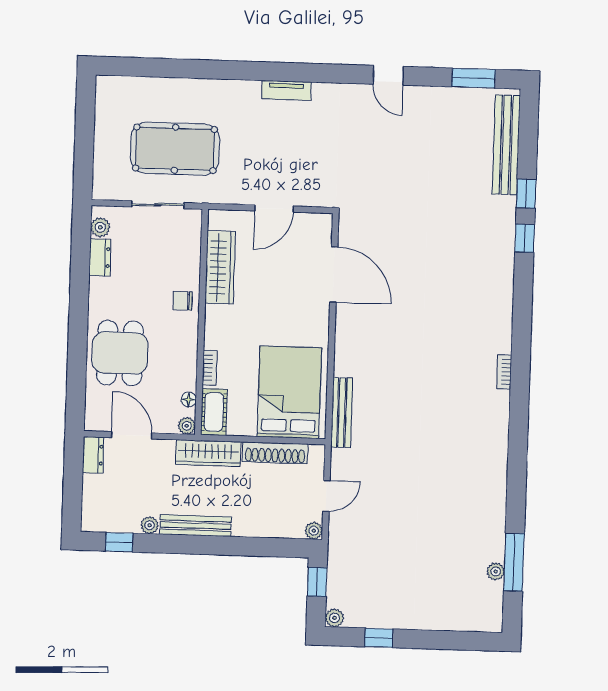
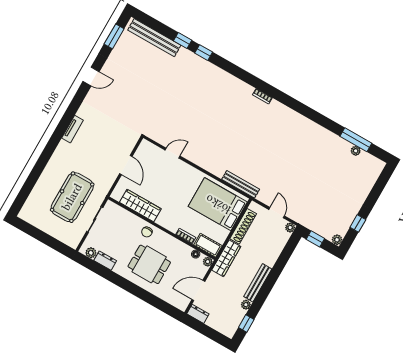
door: (334, 274) -> (173, 153), width x0.53
dining table: (120, 353) -> (149, 264), moved

